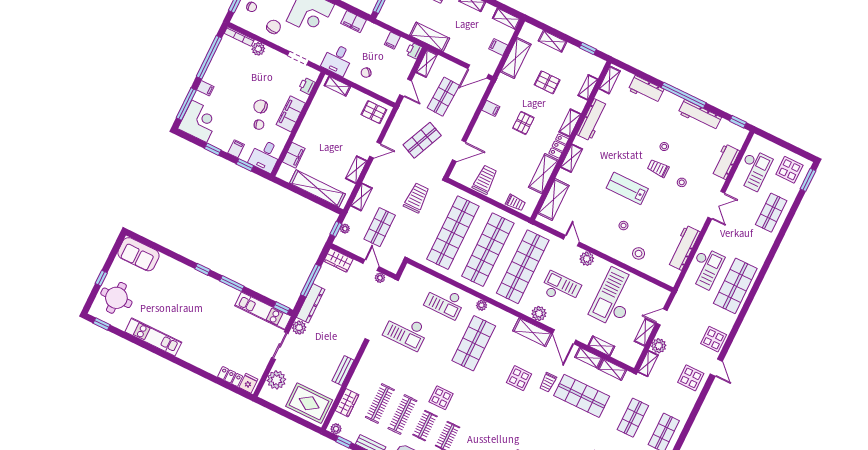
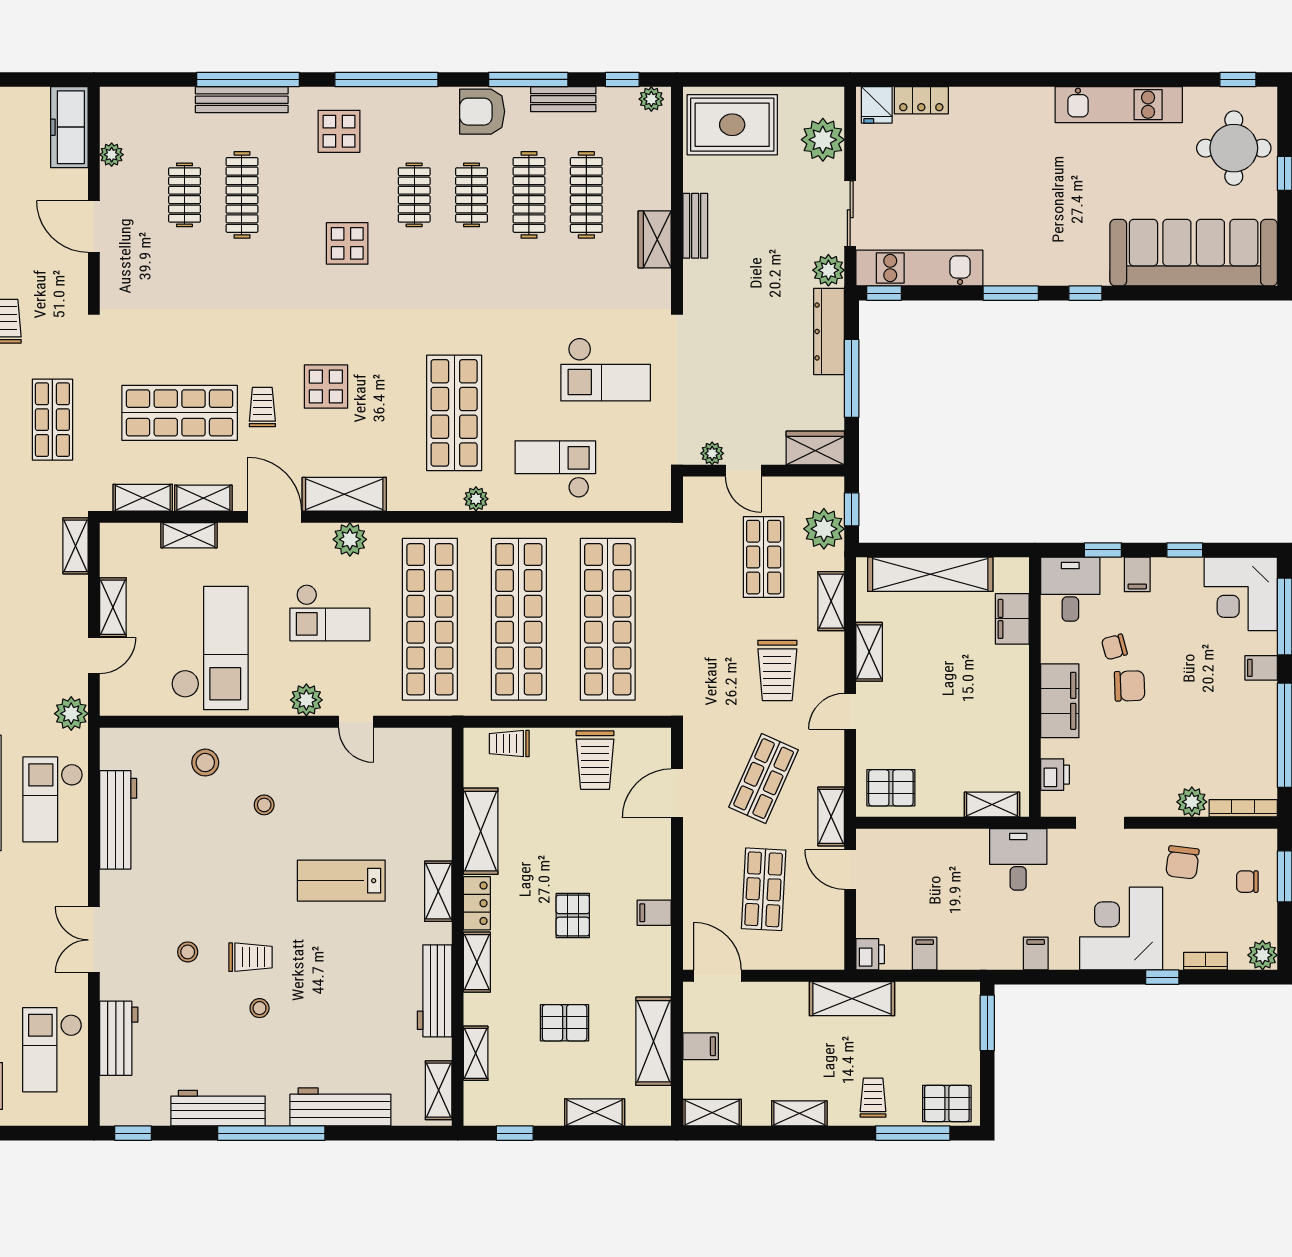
filing cabinet: (354, 22) -> (1036, 954), width x0.50
shelving: (427, 64) -> (831, 816), moved
door: (478, 71) -> (717, 976), hinge flipped
chair: (366, 73) -> (947, 861), removed
workbench: (646, 90) -> (340, 1107), width x1.37
lab bench: (627, 188) -> (341, 881), moved, turned 180
trolley: (417, 198) -> (777, 671), moved
shelving: (554, 200) -> (434, 788), removed
plant: (345, 229) -> (824, 529), width x1.88, depth x1.88
sofa: (138, 254) -> (1194, 253), width x1.85, depth x1.27
checkout: (406, 331) -> (606, 369), turned 180
plant: (659, 346) -> (71, 714), moved
display table: (441, 398) -> (347, 243), moved
wardrobe: (347, 403) -> (655, 239), moved

